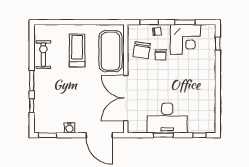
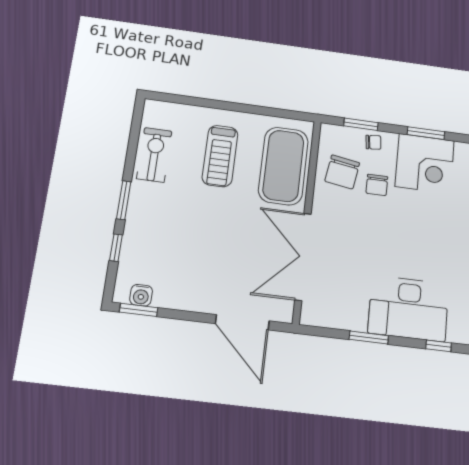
treadmill: (77, 50) -> (220, 156), turned 180
desk: (167, 118) -> (408, 308), moved
water cooler: (69, 128) -> (141, 295), moved

